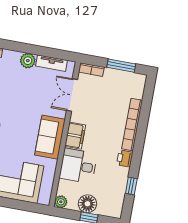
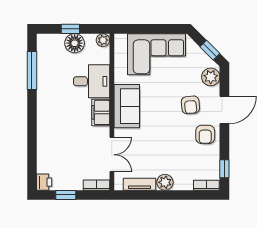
window: (121, 66) -> (66, 195), width x0.67
bookcase: (132, 125) -> (43, 135), removed
printer: (125, 158) -> (44, 182), moved
window: (131, 186) -> (32, 70), width x2.17

